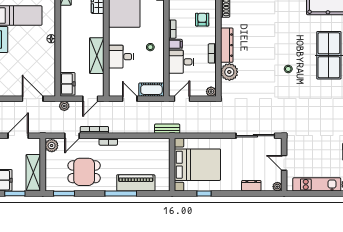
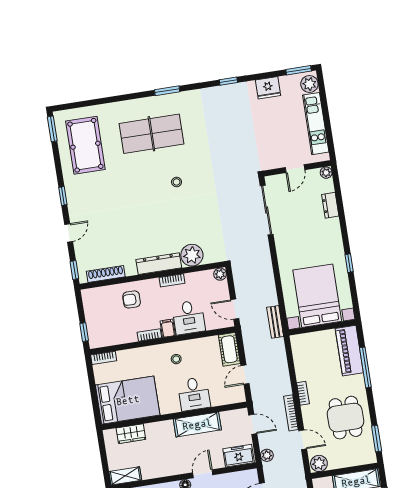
door: (58, 54) -> (203, 474), added
wall: (172, 165) -> (322, 327), moved
bed with nightstands: (197, 165) -> (317, 296), moved

